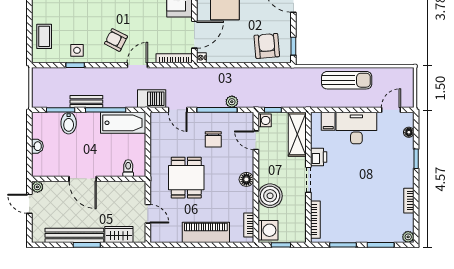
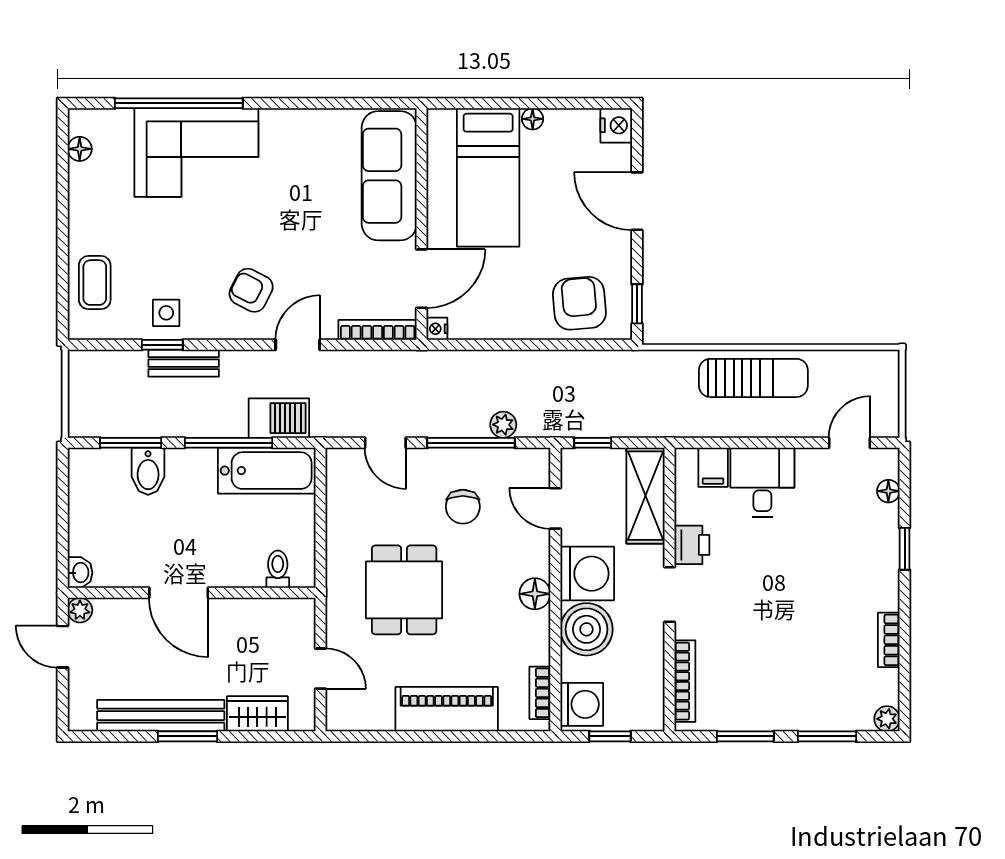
barbecue: (152, 99) -> (279, 418), moved
bench: (86, 102) -> (184, 363), moved
washing machine: (265, 120) -> (587, 574), moved, width x1.89, depth x1.89
desk: (356, 128) -> (762, 482), width x0.73
washbasin: (37, 146) -> (80, 573), moved

